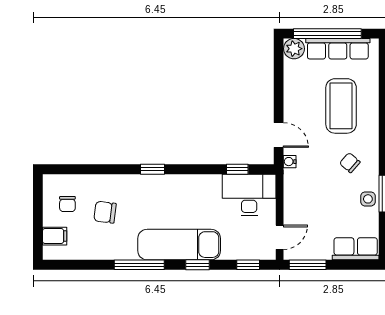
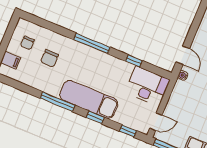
window: (152, 169) -> (92, 43), width x2.17
window: (237, 169) -> (134, 61), moved
chair: (105, 212) -> (50, 58), turned -97

